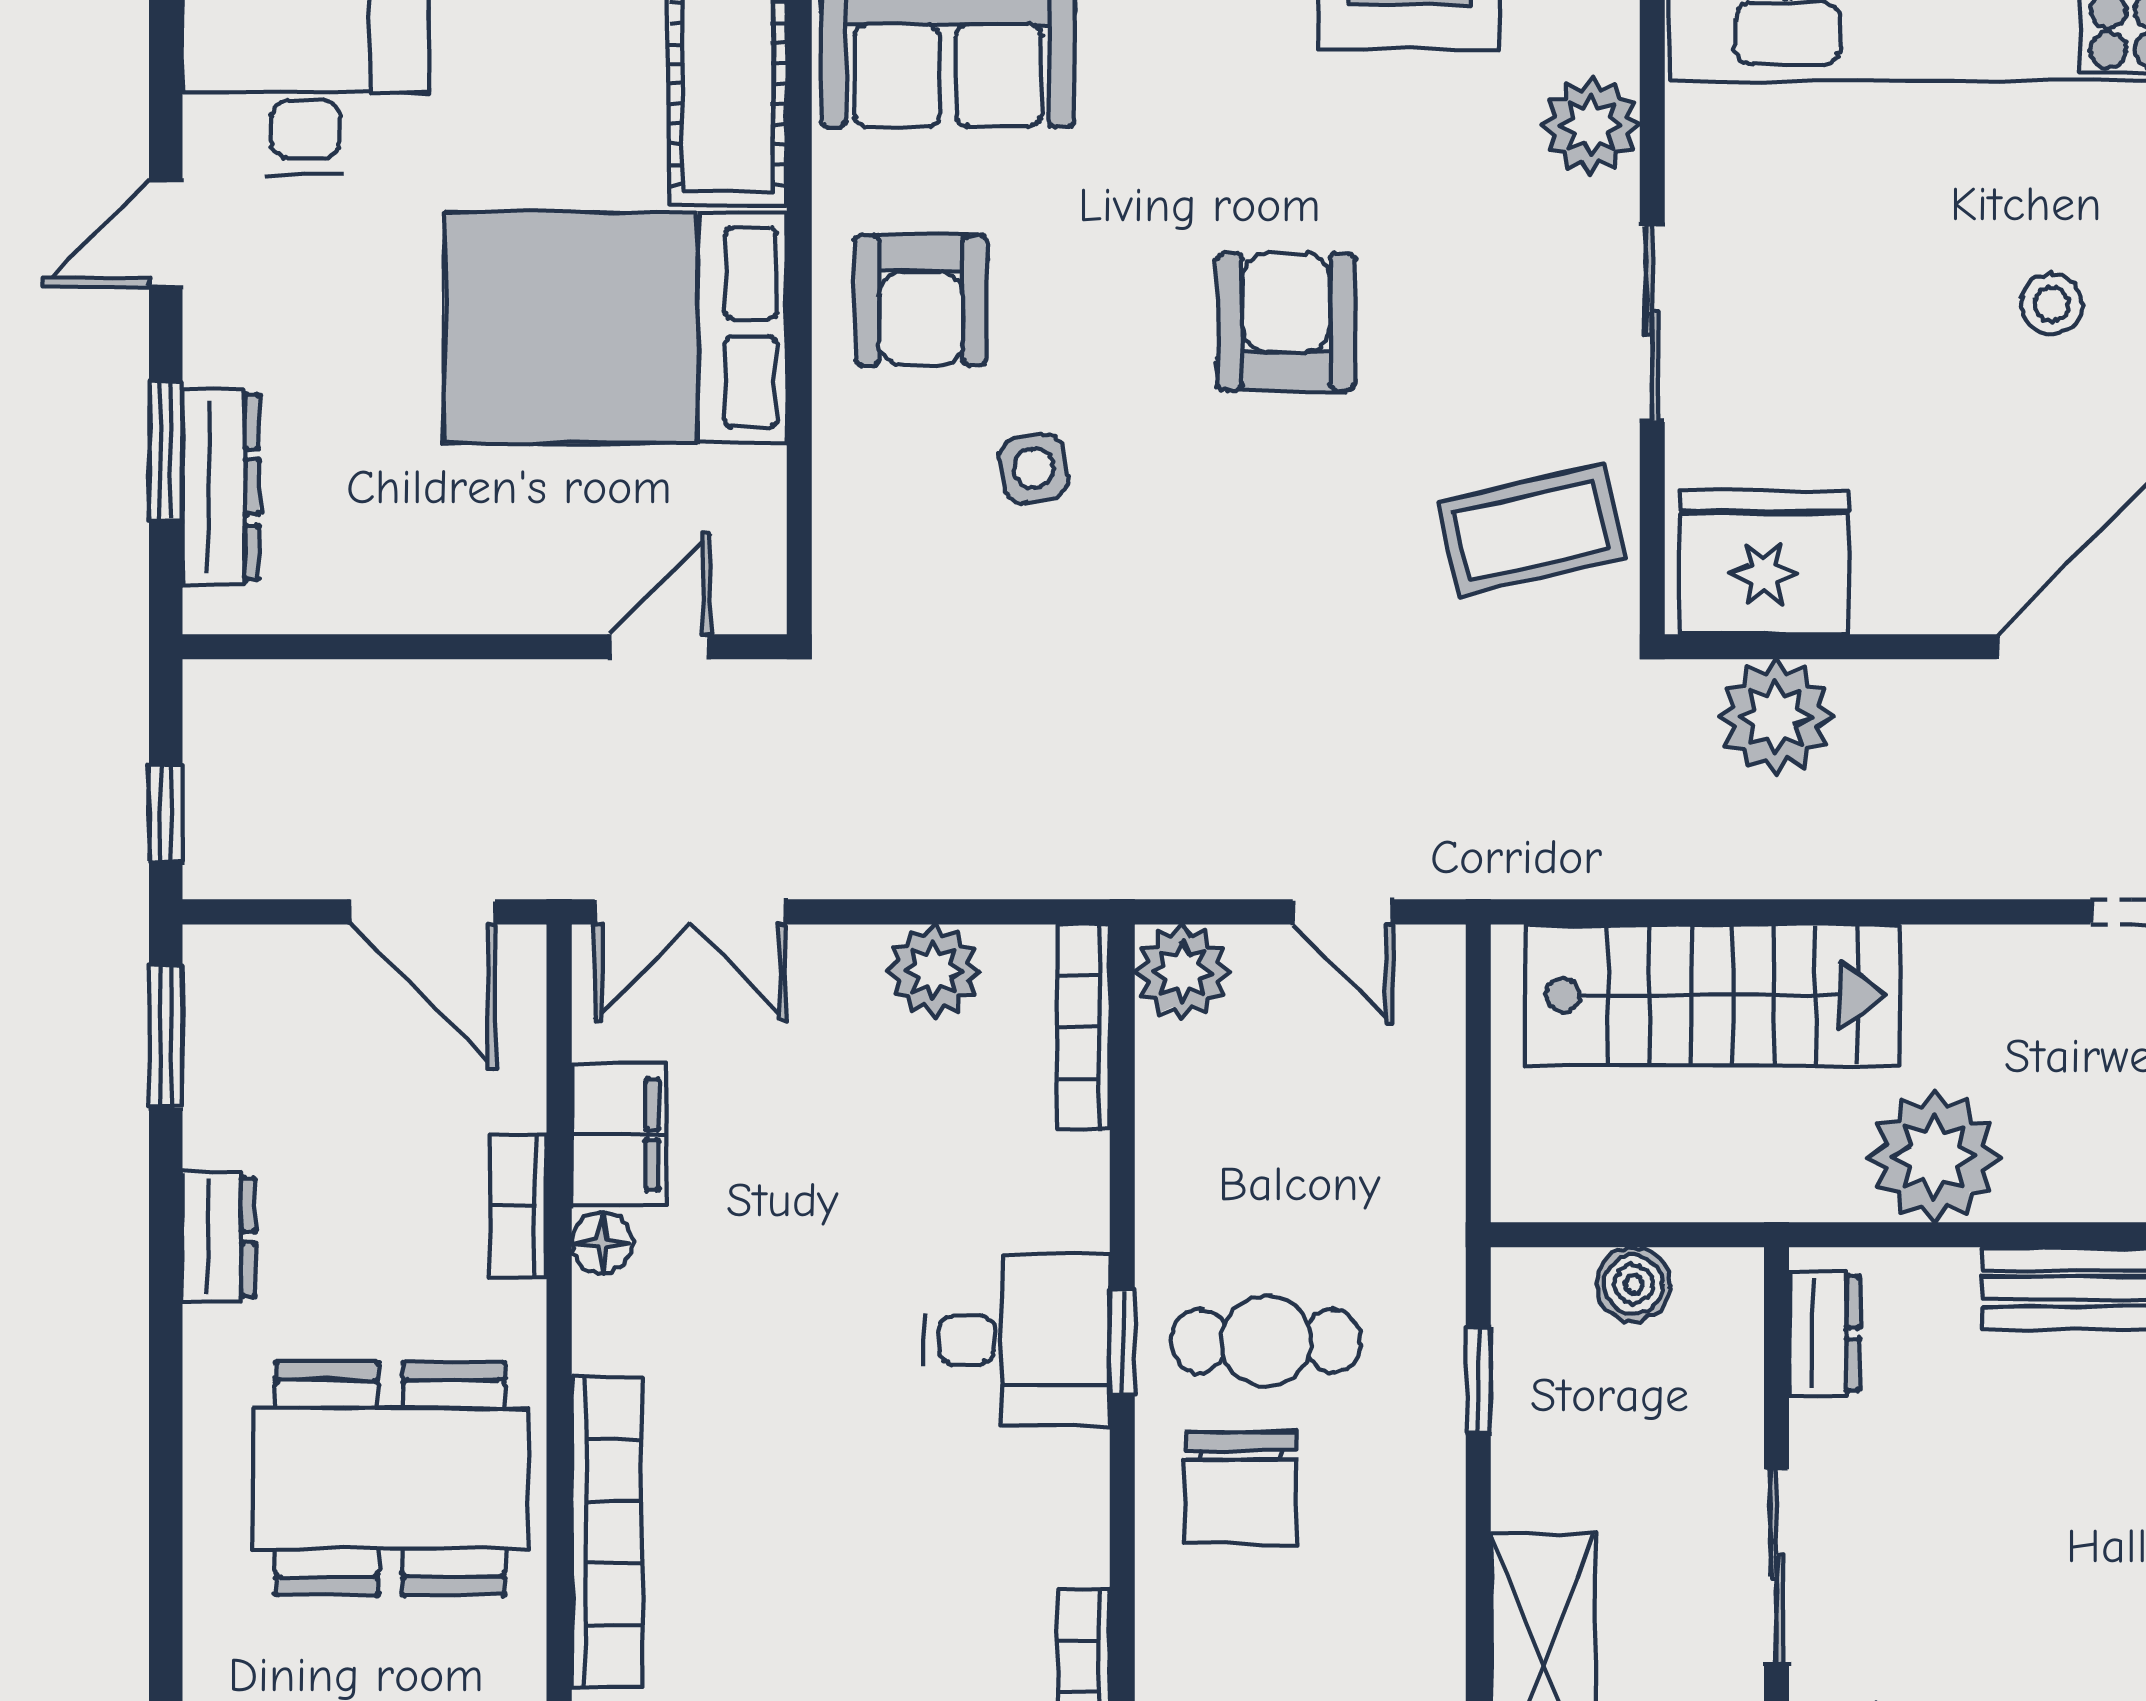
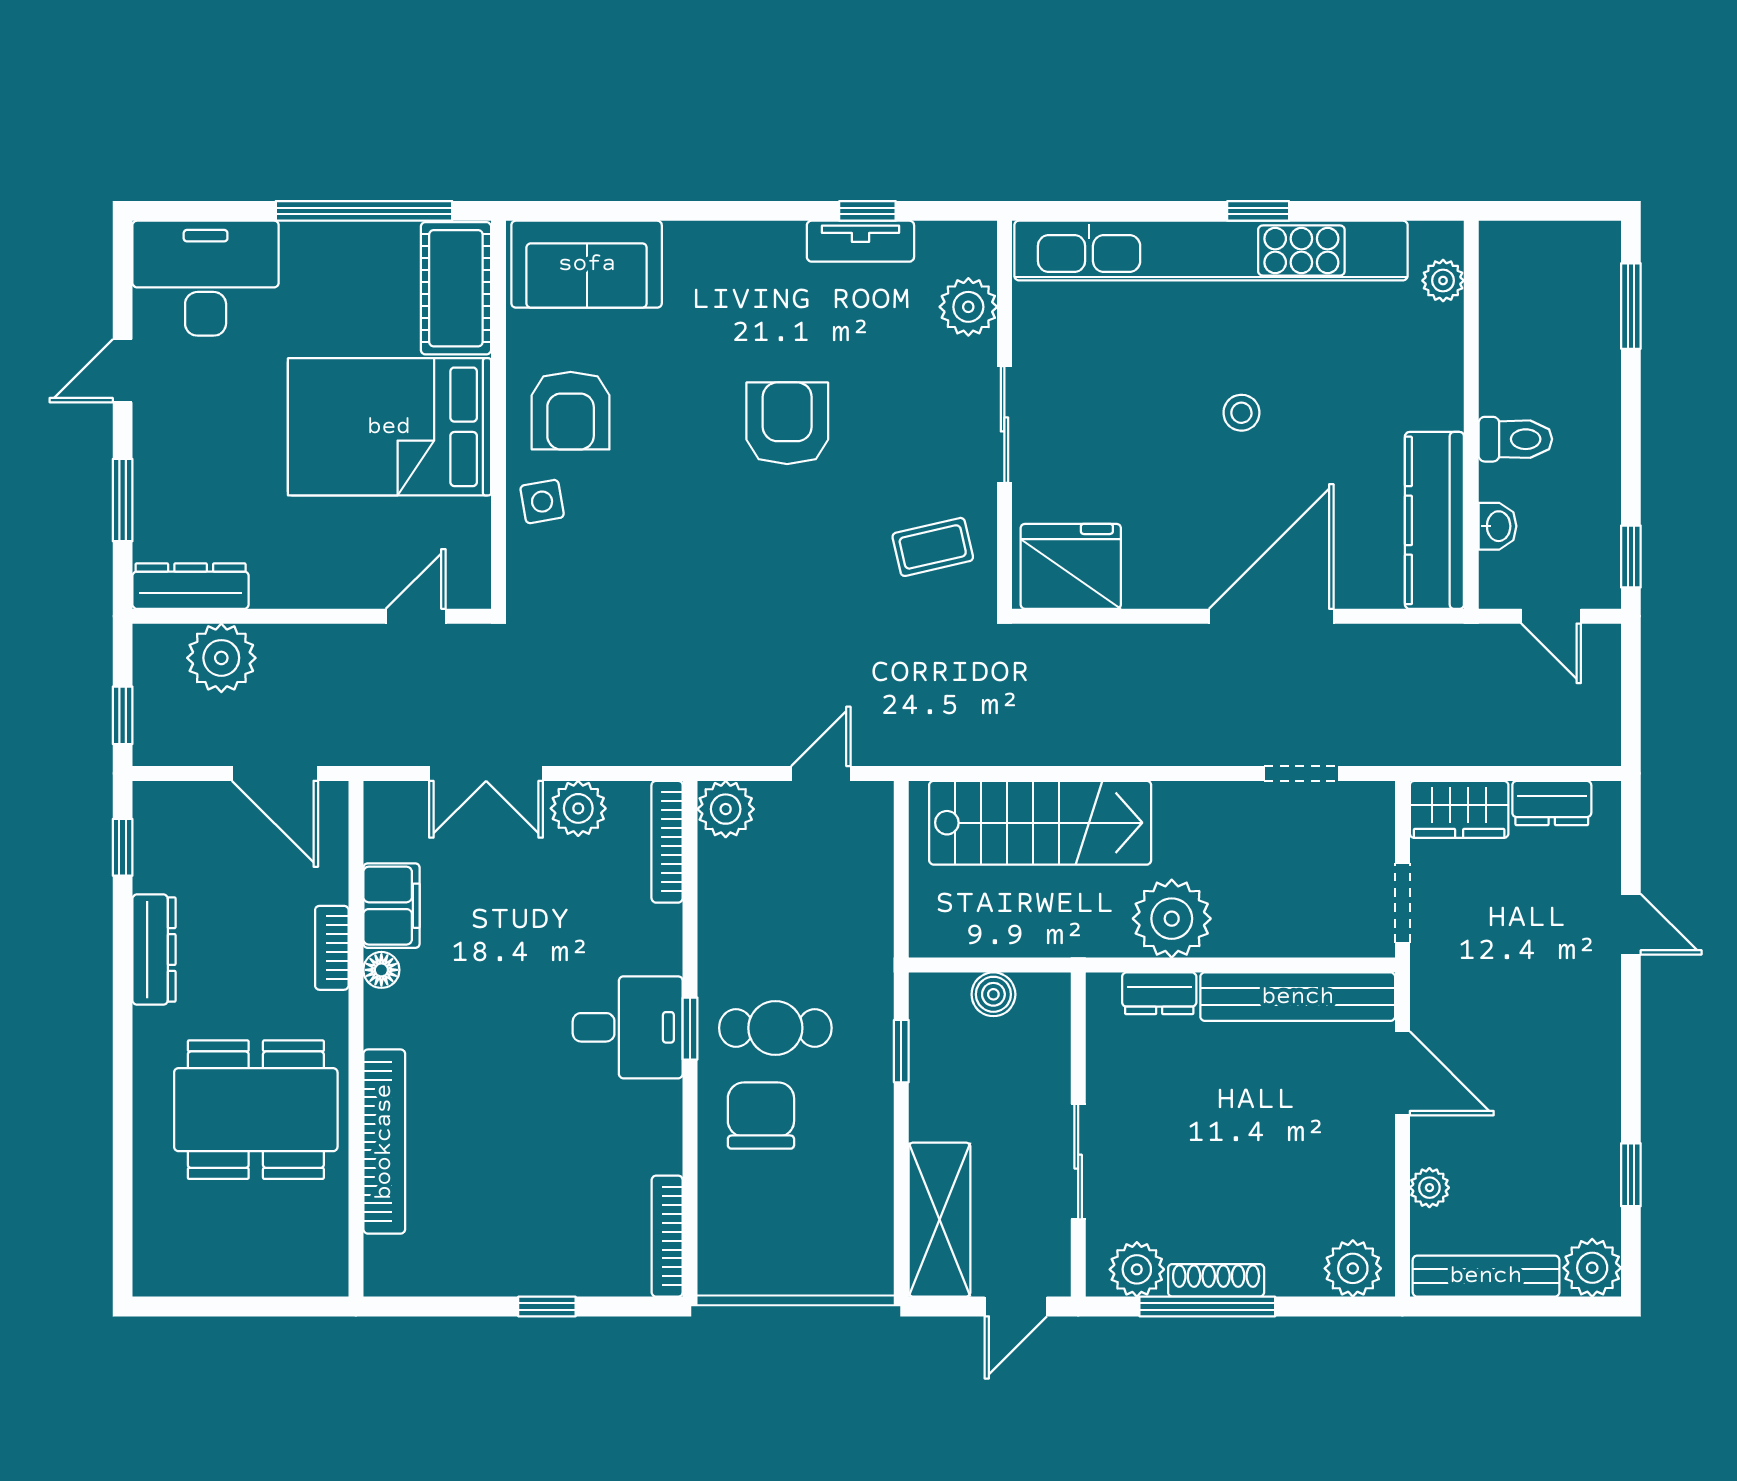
side table: (1034, 468) -> (542, 502), moved
dresser: (221, 487) -> (191, 586), moved, turned -90
coffee table: (1531, 530) -> (933, 547), width x0.73, depth x0.77
plant: (1776, 717) -> (221, 658), moved
double door: (690, 912) -> (486, 773), moved
door: (1343, 912) -> (821, 773), swing flipped
window: (166, 1036) -> (123, 847), width x0.67
dresser: (219, 1237) -> (154, 950), width x1.44
dresser: (1824, 1333) -> (1159, 993), moved, turned 90
chair: (1242, 1489) -> (761, 1116), turned 180

